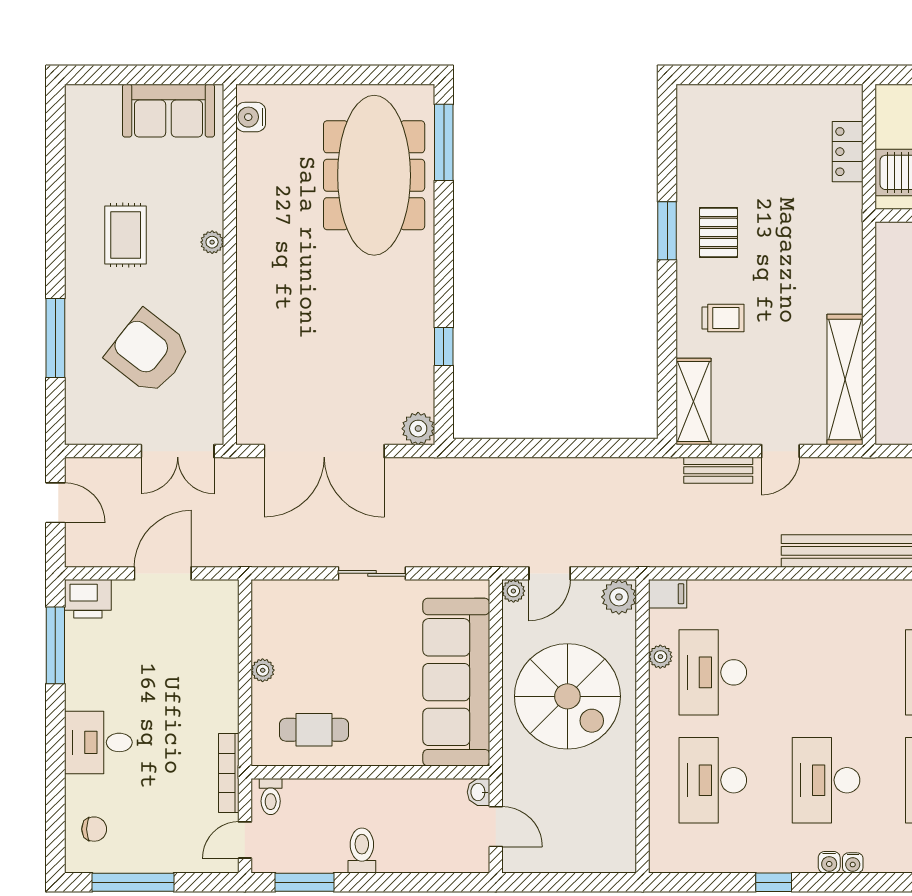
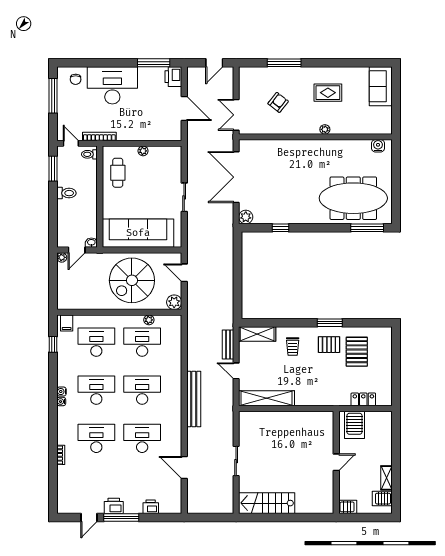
sofa: (168, 111) -> (381, 86), moved
pallet: (735, 167) -> (357, 352), added
armchair: (148, 352) -> (278, 102), width x0.53, depth x0.53
plant: (513, 591) -> (62, 257), moved
filing cabinet: (668, 594) -> (67, 323), moved
desk: (826, 672) -> (142, 390), added
desk: (98, 742) -> (112, 85), width x1.87, depth x1.30
window: (774, 882) -> (53, 344), moved

